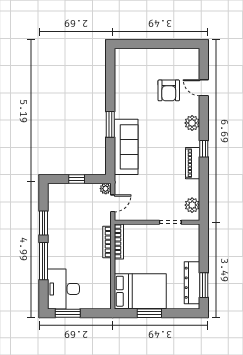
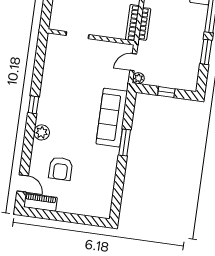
door: (204, 88) -> (23, 183), moved
armchair: (169, 90) -> (61, 169), turned 180
piano: (193, 163) -> (40, 202), moved, turned -90
plant: (192, 205) -> (53, 49), removed

